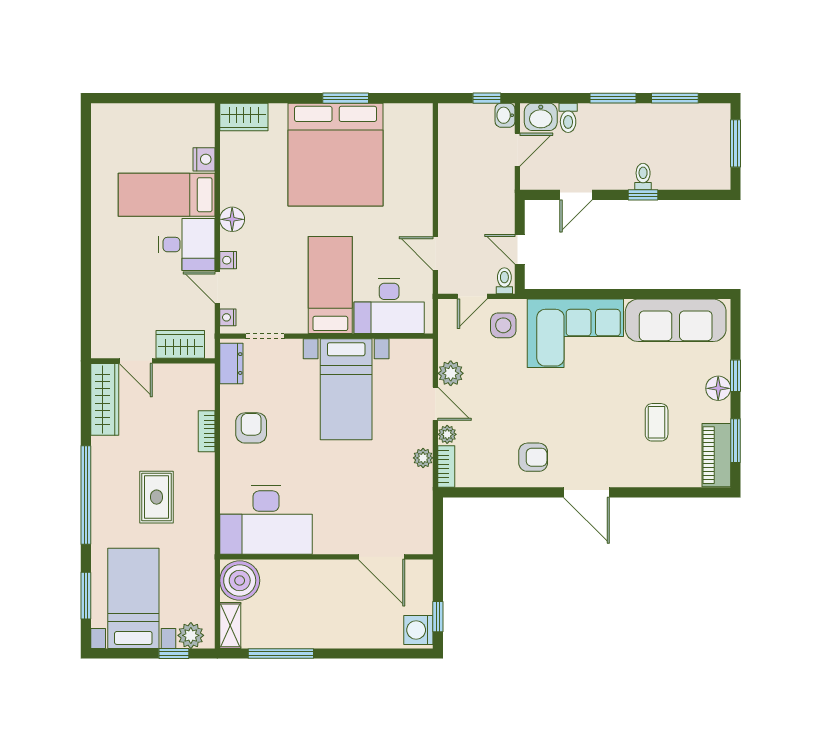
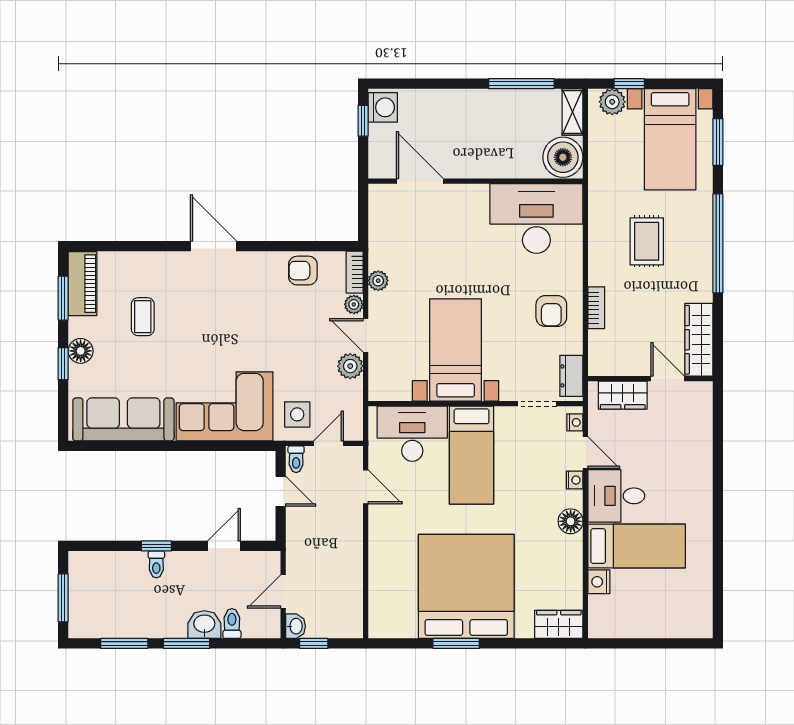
washbasin: (541, 117) -> (204, 624), moved
armchair: (533, 457) -> (303, 271), moved

